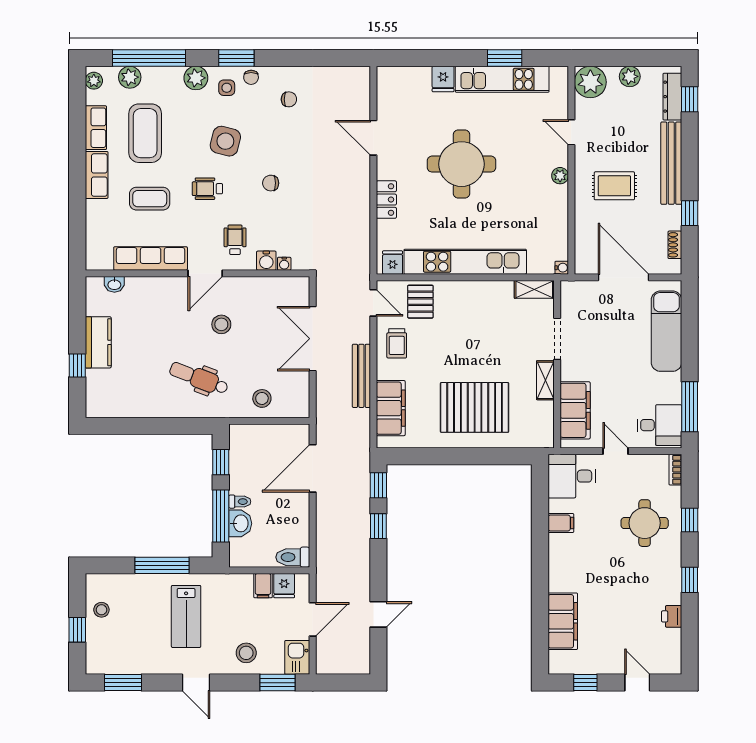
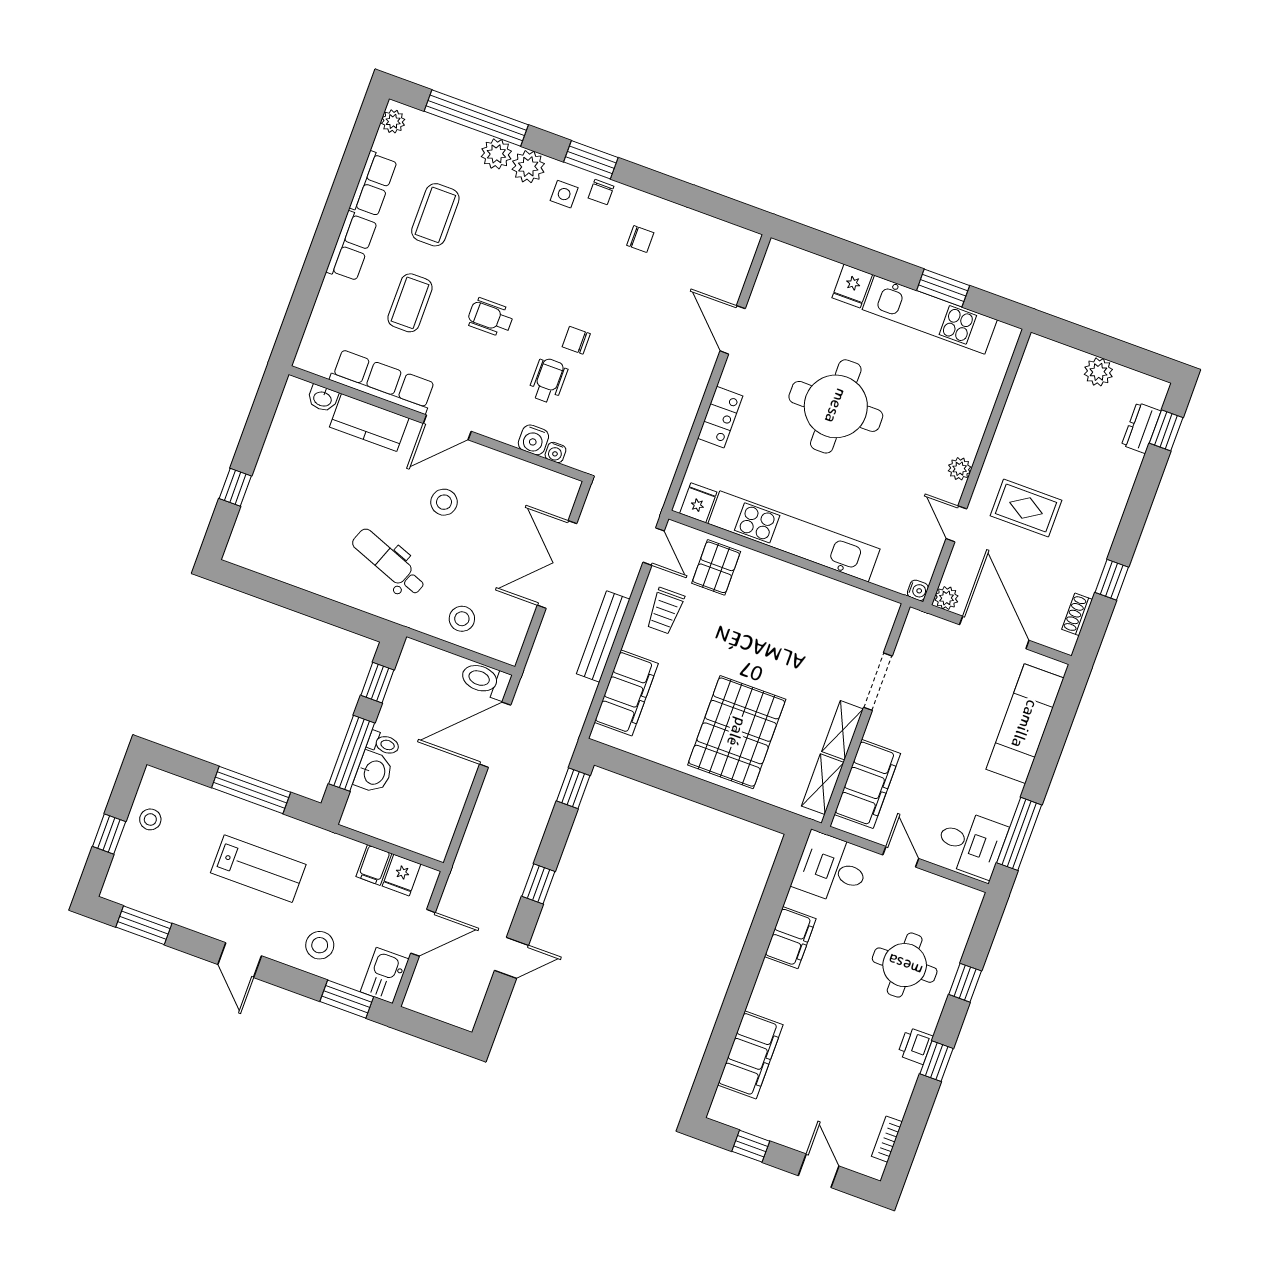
plant: (130, 77) -> (496, 154), moved
plant: (590, 82) -> (946, 598), moved, width x0.53, depth x0.53
dresser: (672, 97) -> (1141, 428), width x0.70
door: (571, 132) -> (956, 524), moved
coffee table: (145, 133) -> (435, 215), width x0.73, depth x0.76
side table: (225, 141) -> (537, 264), removed
bench: (671, 163) -> (1111, 505), removed
coffee table: (150, 199) -> (410, 303), turned 90
wheelchair: (235, 240) -> (548, 380), moved
shelving: (534, 289) -> (823, 784), moved, turned 90
kitchen counter: (98, 342) -> (369, 423), moved, turned 90
pallet: (475, 407) -> (737, 732), turned 90
bookcase: (675, 470) -> (887, 1139), moved
filing cabinet: (561, 523) -> (790, 938), width x2.00
window: (378, 526) -> (538, 884), moved
toilet: (293, 557) -> (485, 680), moved
lab bench: (186, 616) -> (258, 869), turned -90
printer: (672, 616) -> (915, 1046), moved

